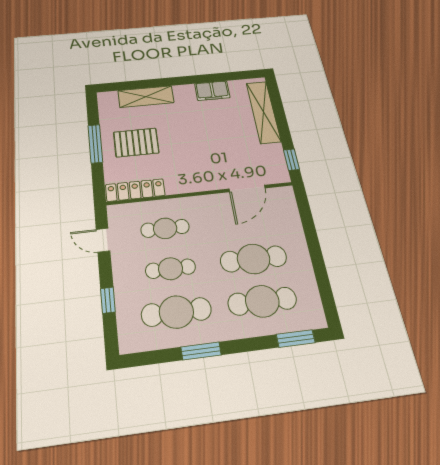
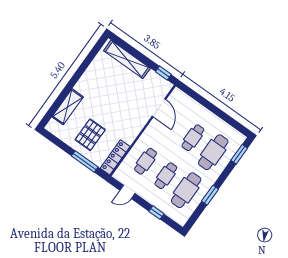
filing cabinet: (212, 91) -> (93, 72), removed
window: (95, 144) -> (85, 161), moved
cafe table: (254, 259) -> (193, 138), width x0.73, depth x0.74

